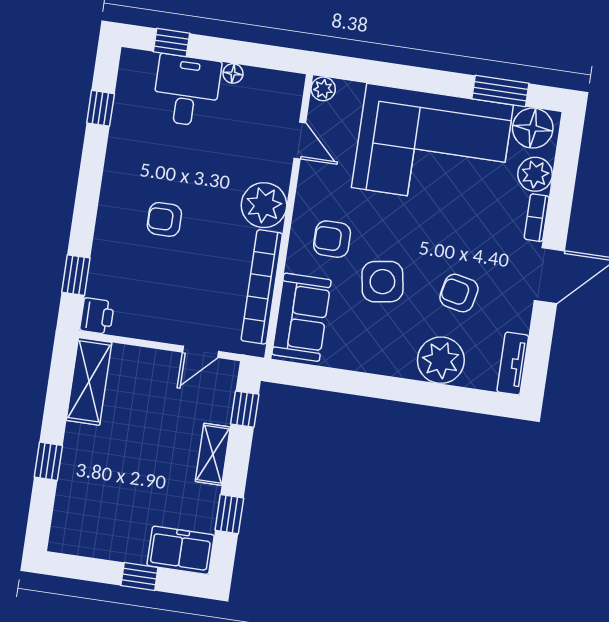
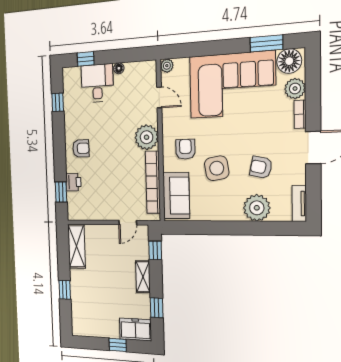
armchair: (164, 219) -> (81, 148), moved, turned 180
armchair: (332, 239) -> (185, 149), turned 90
printer: (97, 316) -> (73, 182), moved

